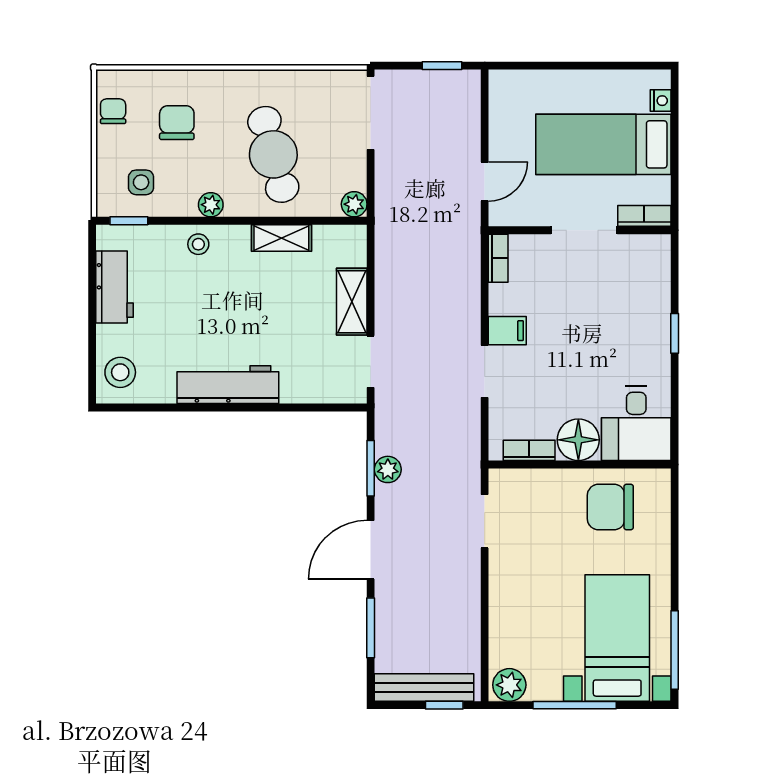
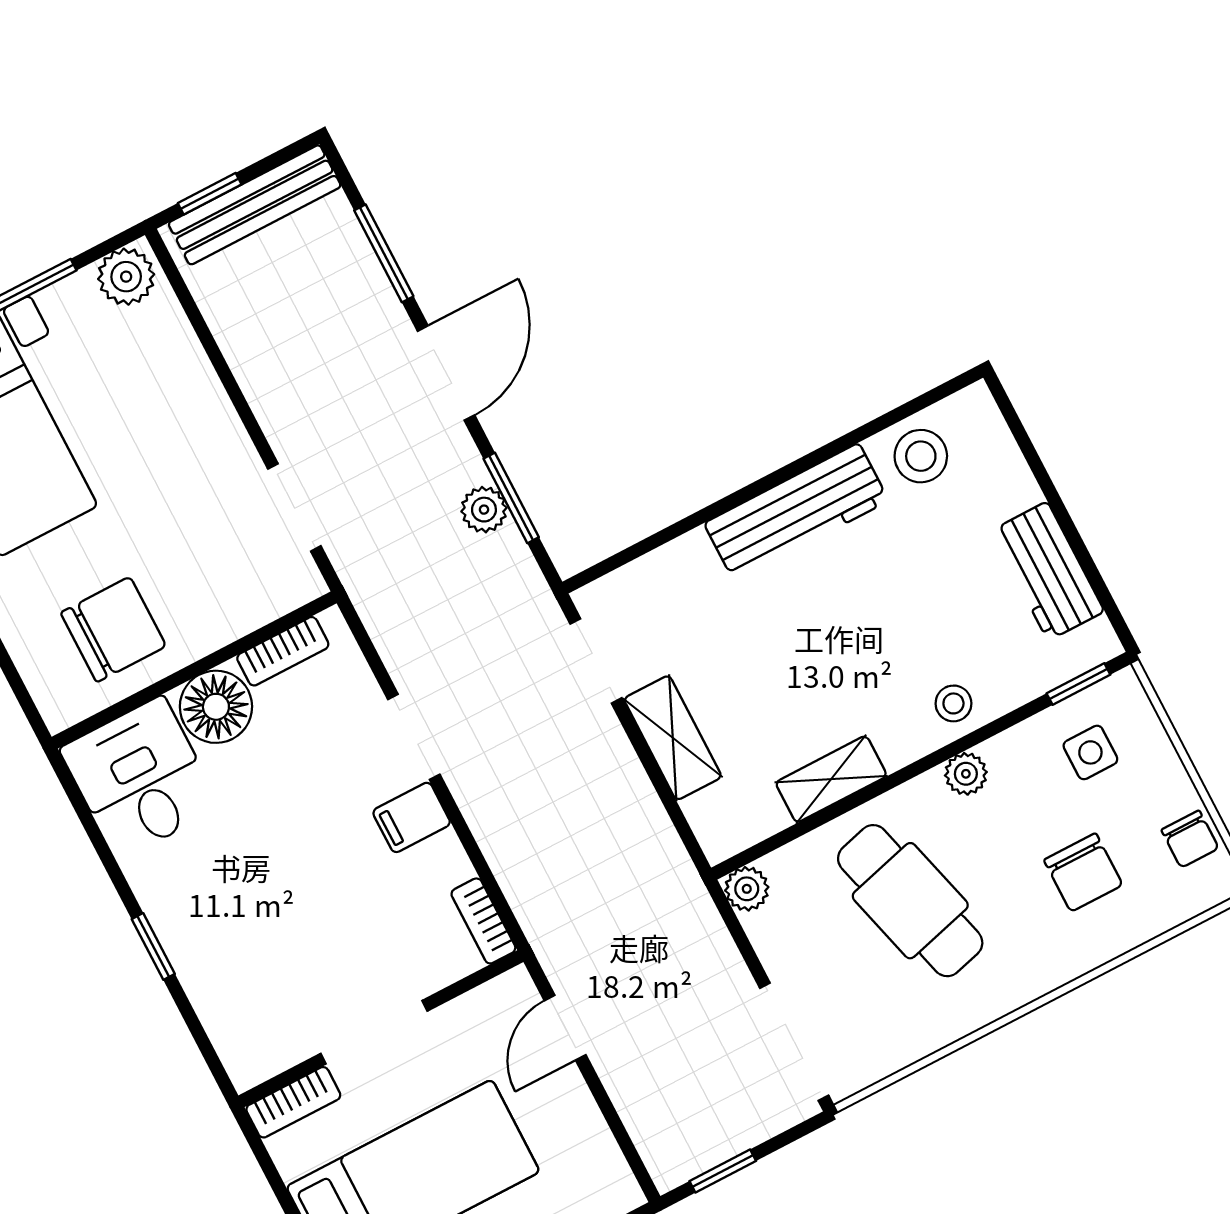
stool: (120, 372) -> (921, 456), moved

